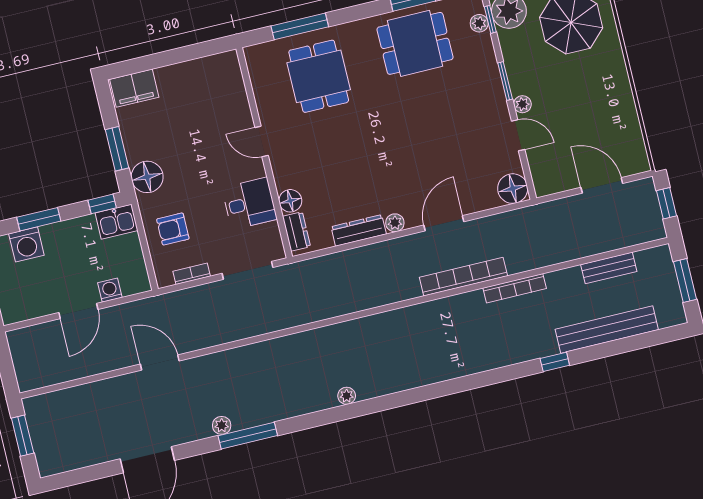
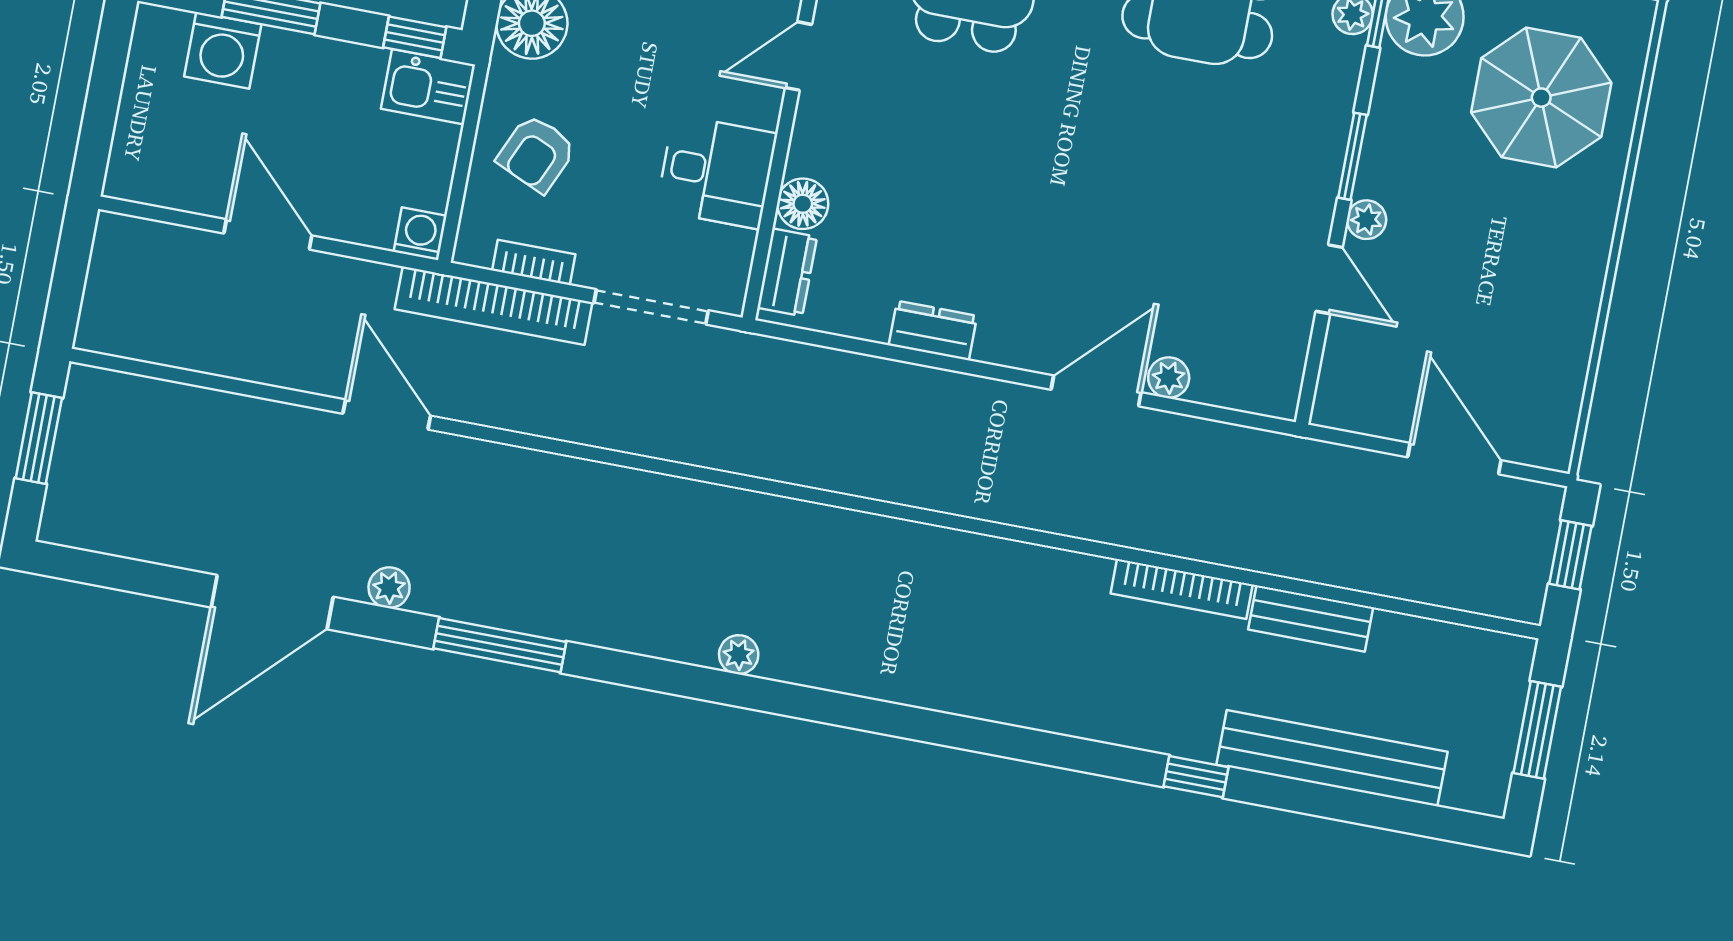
door: (262, 141) -> (798, 56), hinge flipped
floor lamp: (513, 189) -> (1269, 383), removed
plant: (395, 223) -> (1169, 378), moved
armchair: (173, 229) -> (536, 154), turned -66
dresser: (359, 230) -> (933, 331), width x0.70
bench: (609, 268) -> (1311, 619), moved
bookcase: (463, 277) -> (494, 306), moved, turned 180
washing machine: (110, 290) -> (420, 234), moved
door: (78, 311) -> (268, 234), swing flipped
plant: (222, 425) -> (389, 588), moved

